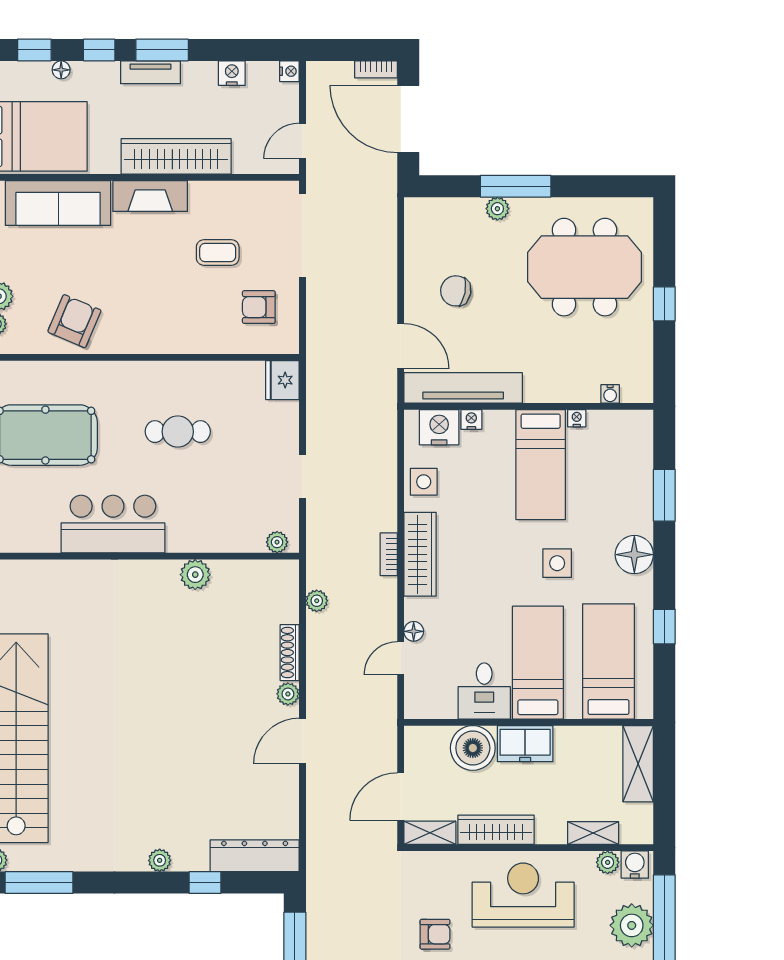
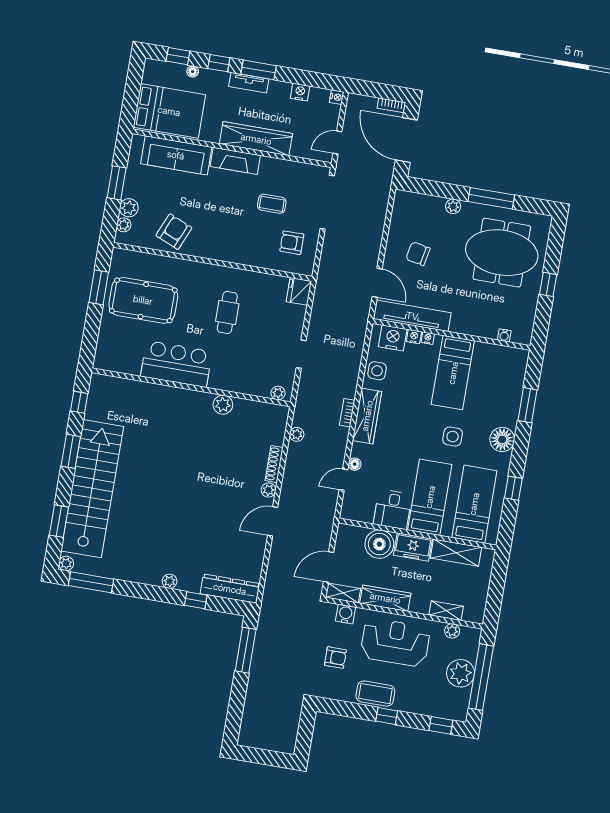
window: (516, 186) -> (491, 198), moved
nightstand: (577, 418) -> (428, 338), moved
cafe table: (178, 432) -> (227, 312), turned 90
shelving: (638, 764) -> (456, 553), moved, turned 90
water cooler: (635, 865) -> (346, 614), moved

